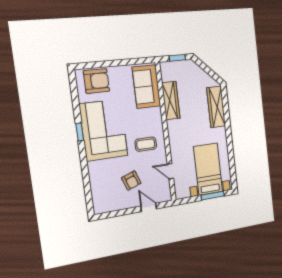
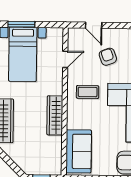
wardrobe: (171, 101) -> (55, 115), moved
door: (170, 171) -> (65, 59), hinge flipped

